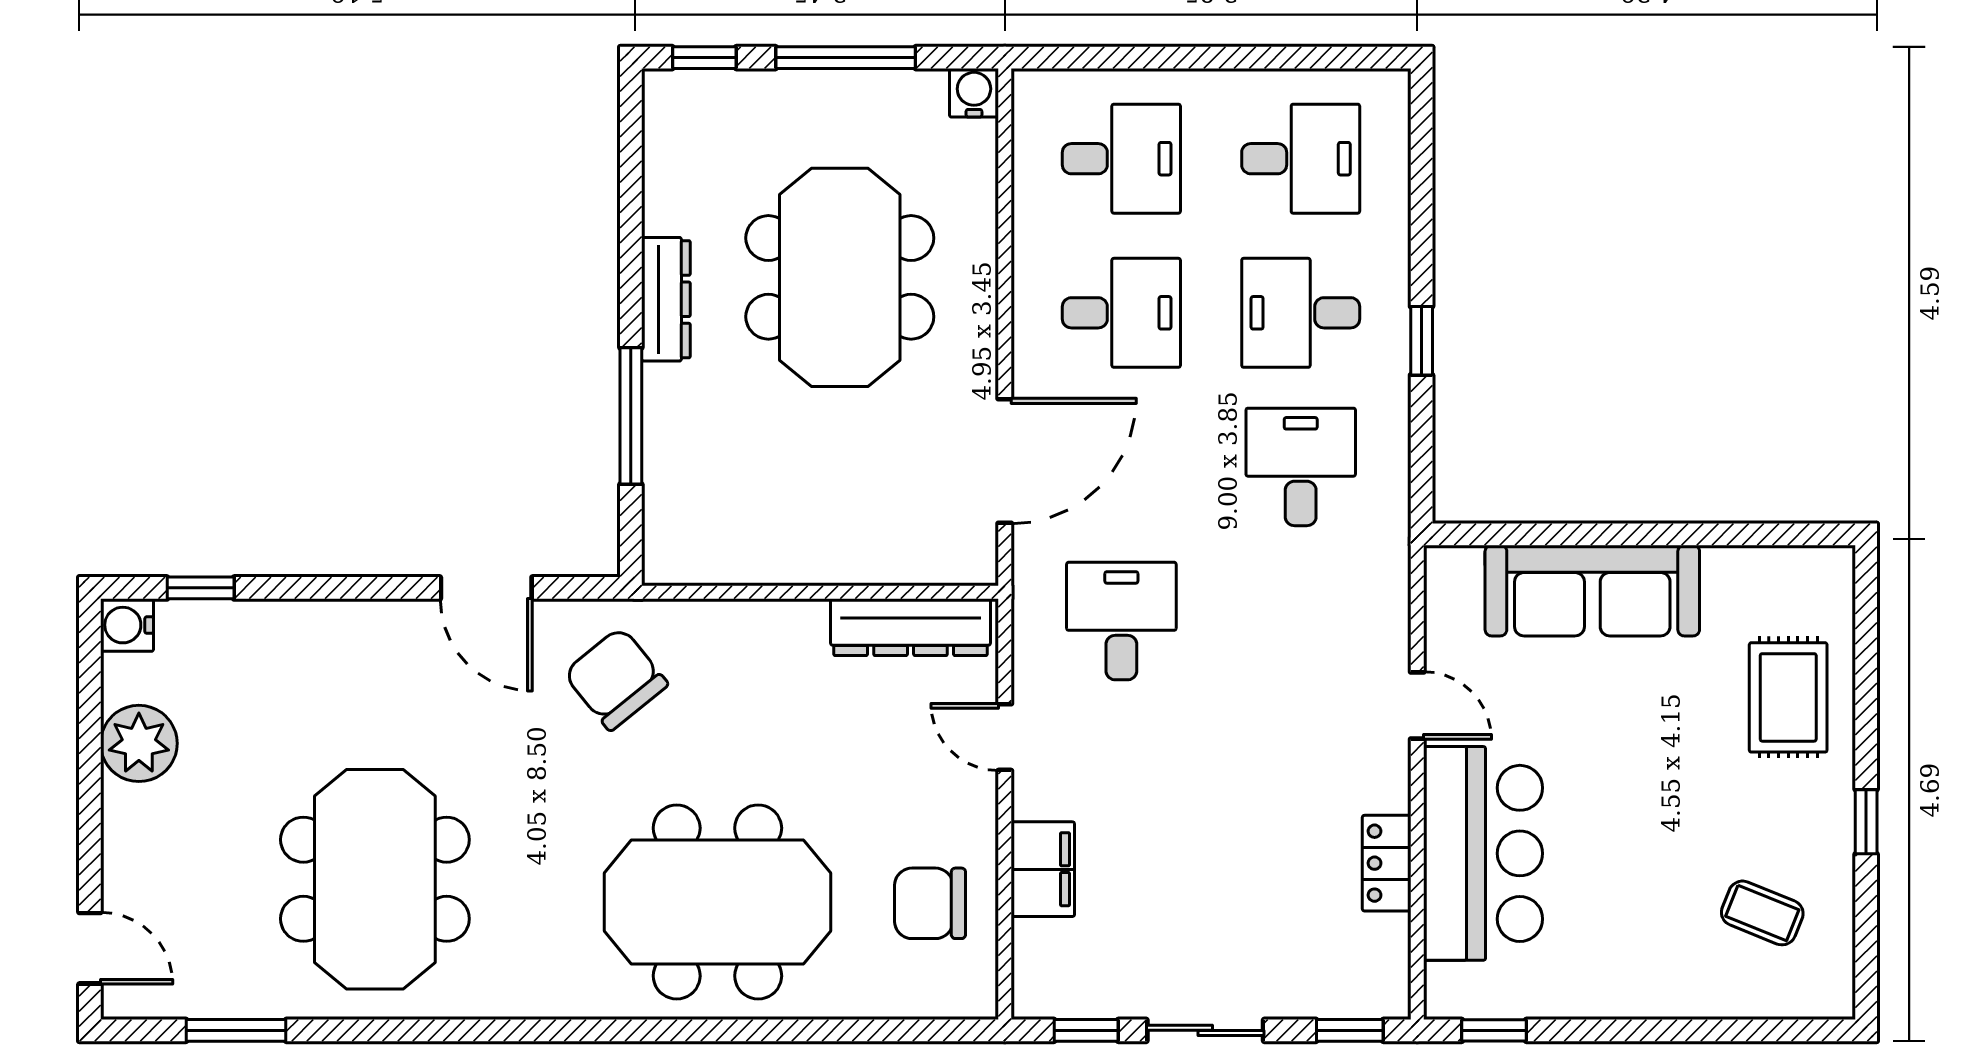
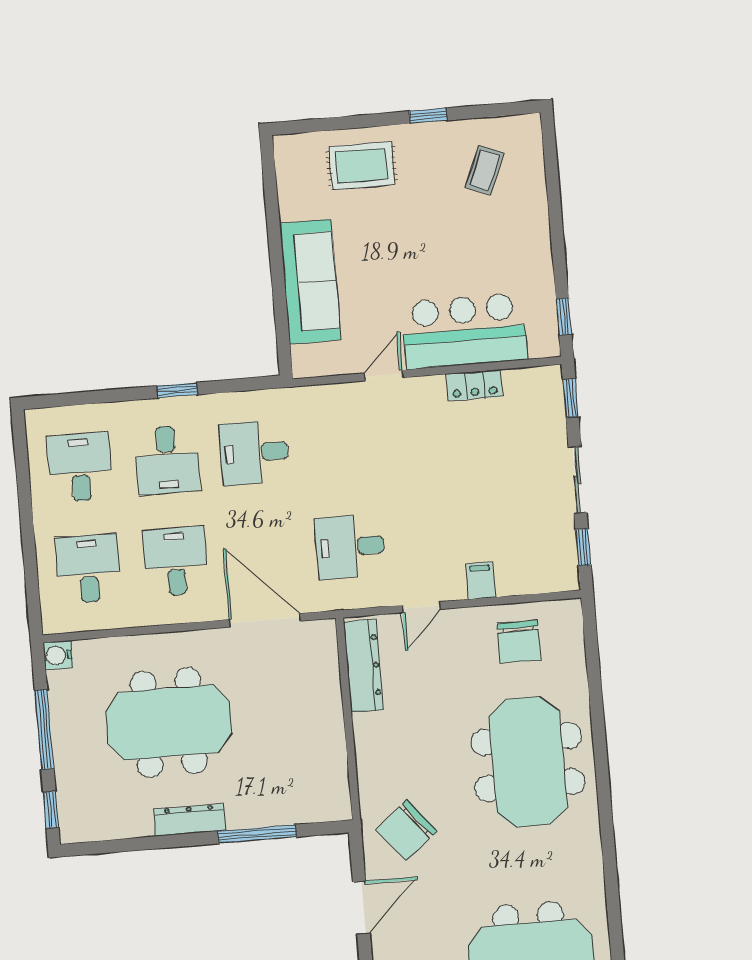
filing cabinet: (1043, 869) -> (481, 581), width x0.50

